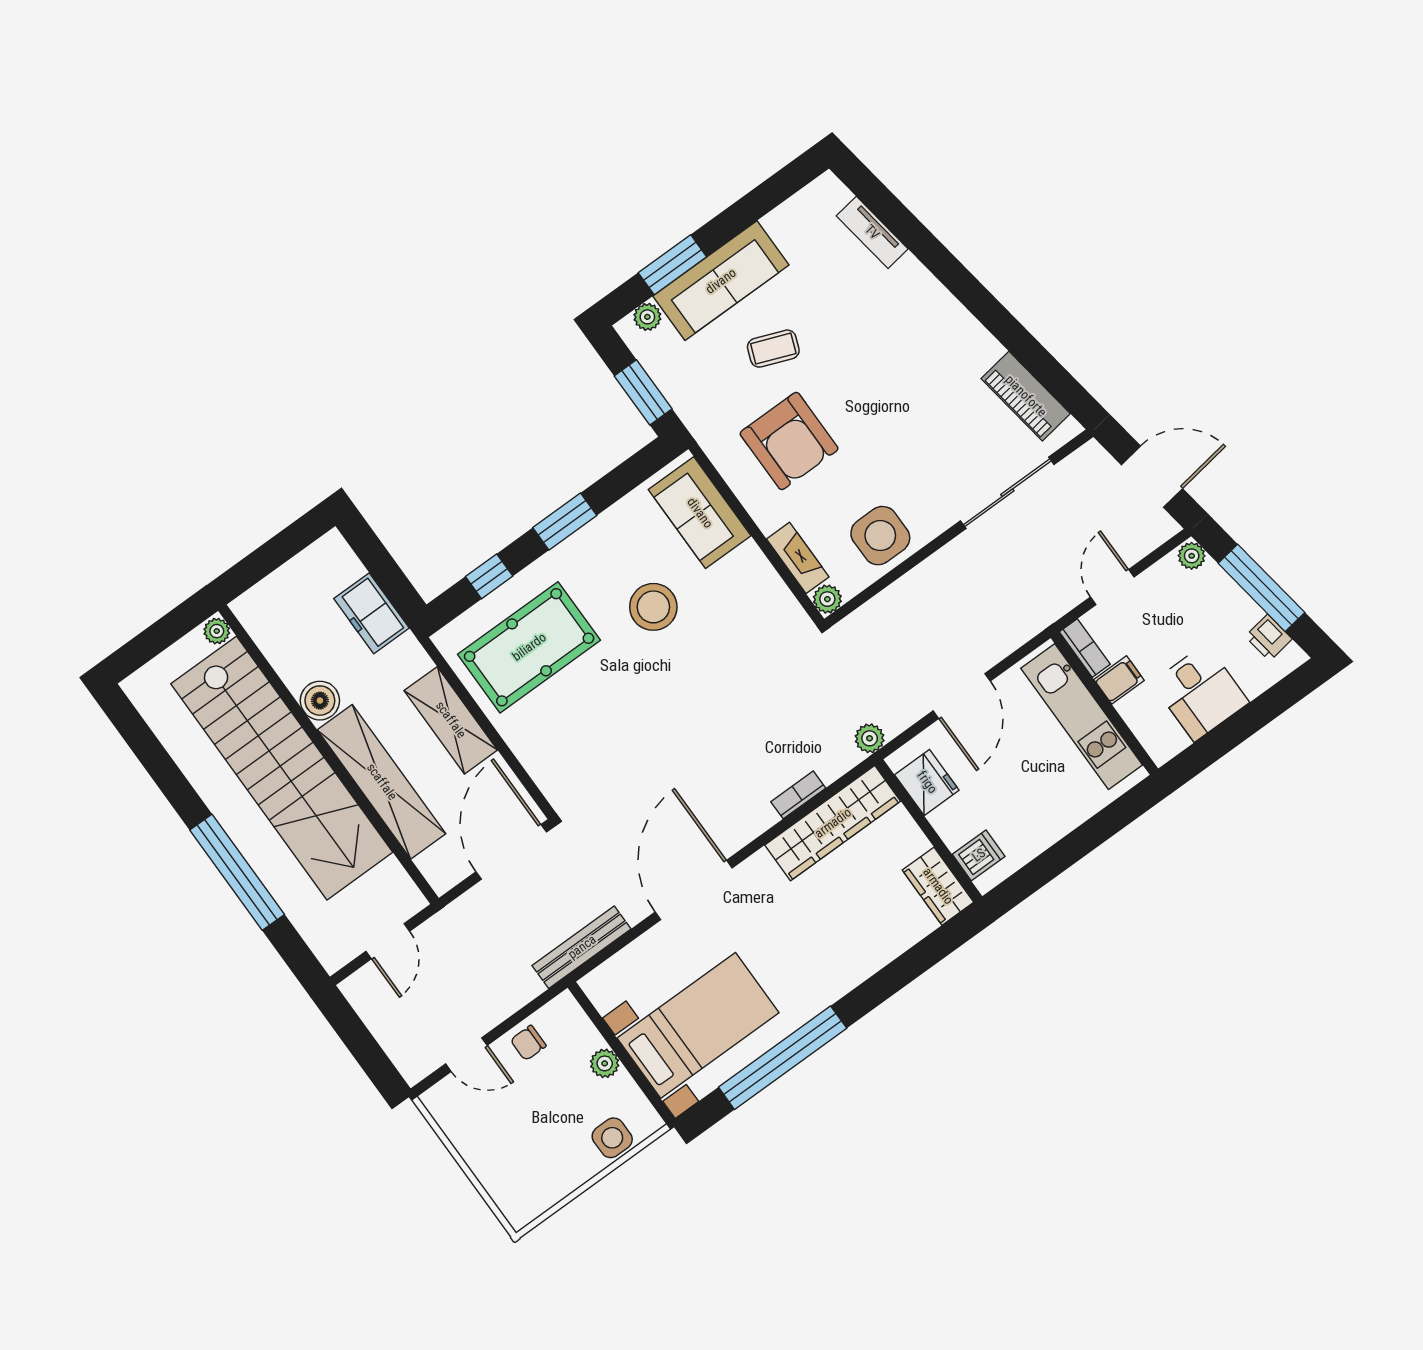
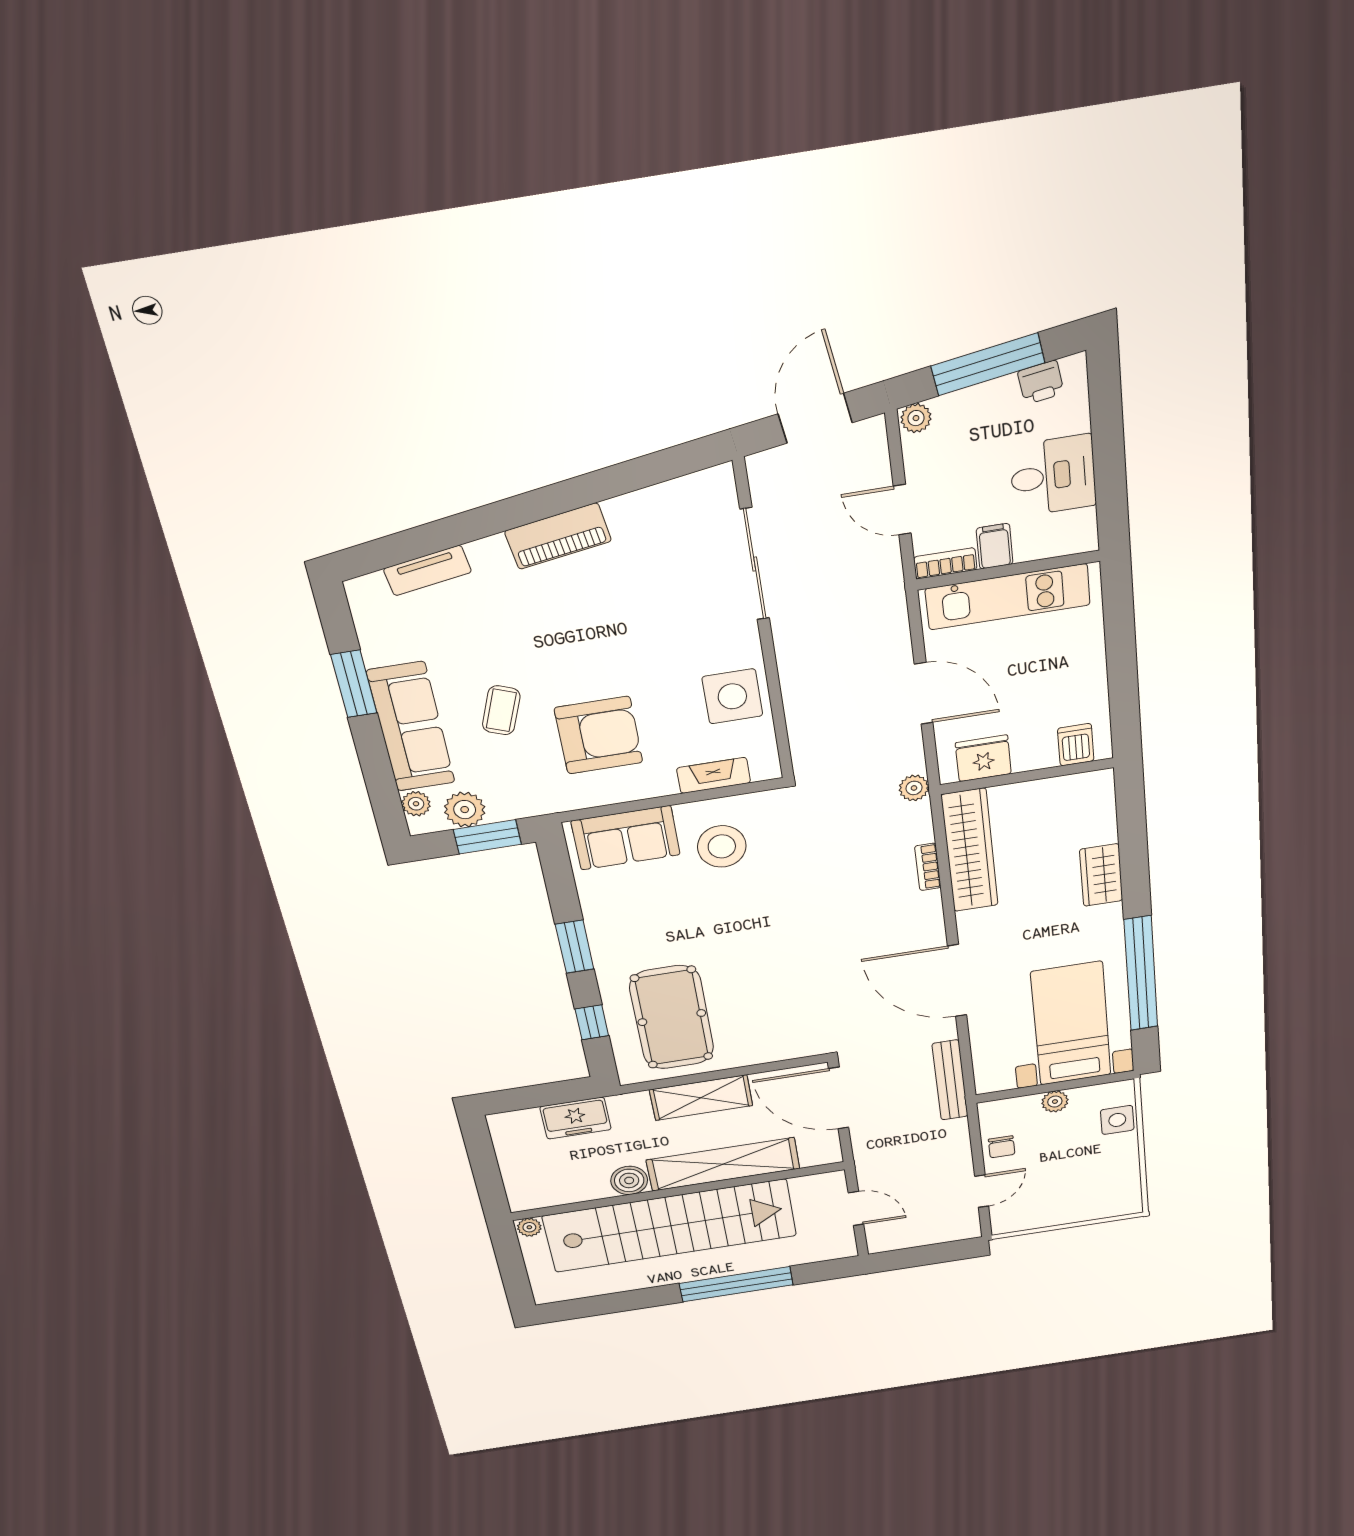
window: (672, 265) -> (354, 684), moved
piano: (1026, 396) -> (558, 536), moved
plant: (827, 599) -> (465, 810), moved, width x1.38, depth x1.38
stool: (653, 607) -> (722, 846), moved
wardrobe: (938, 886) -> (1101, 875), moved, turned 90

